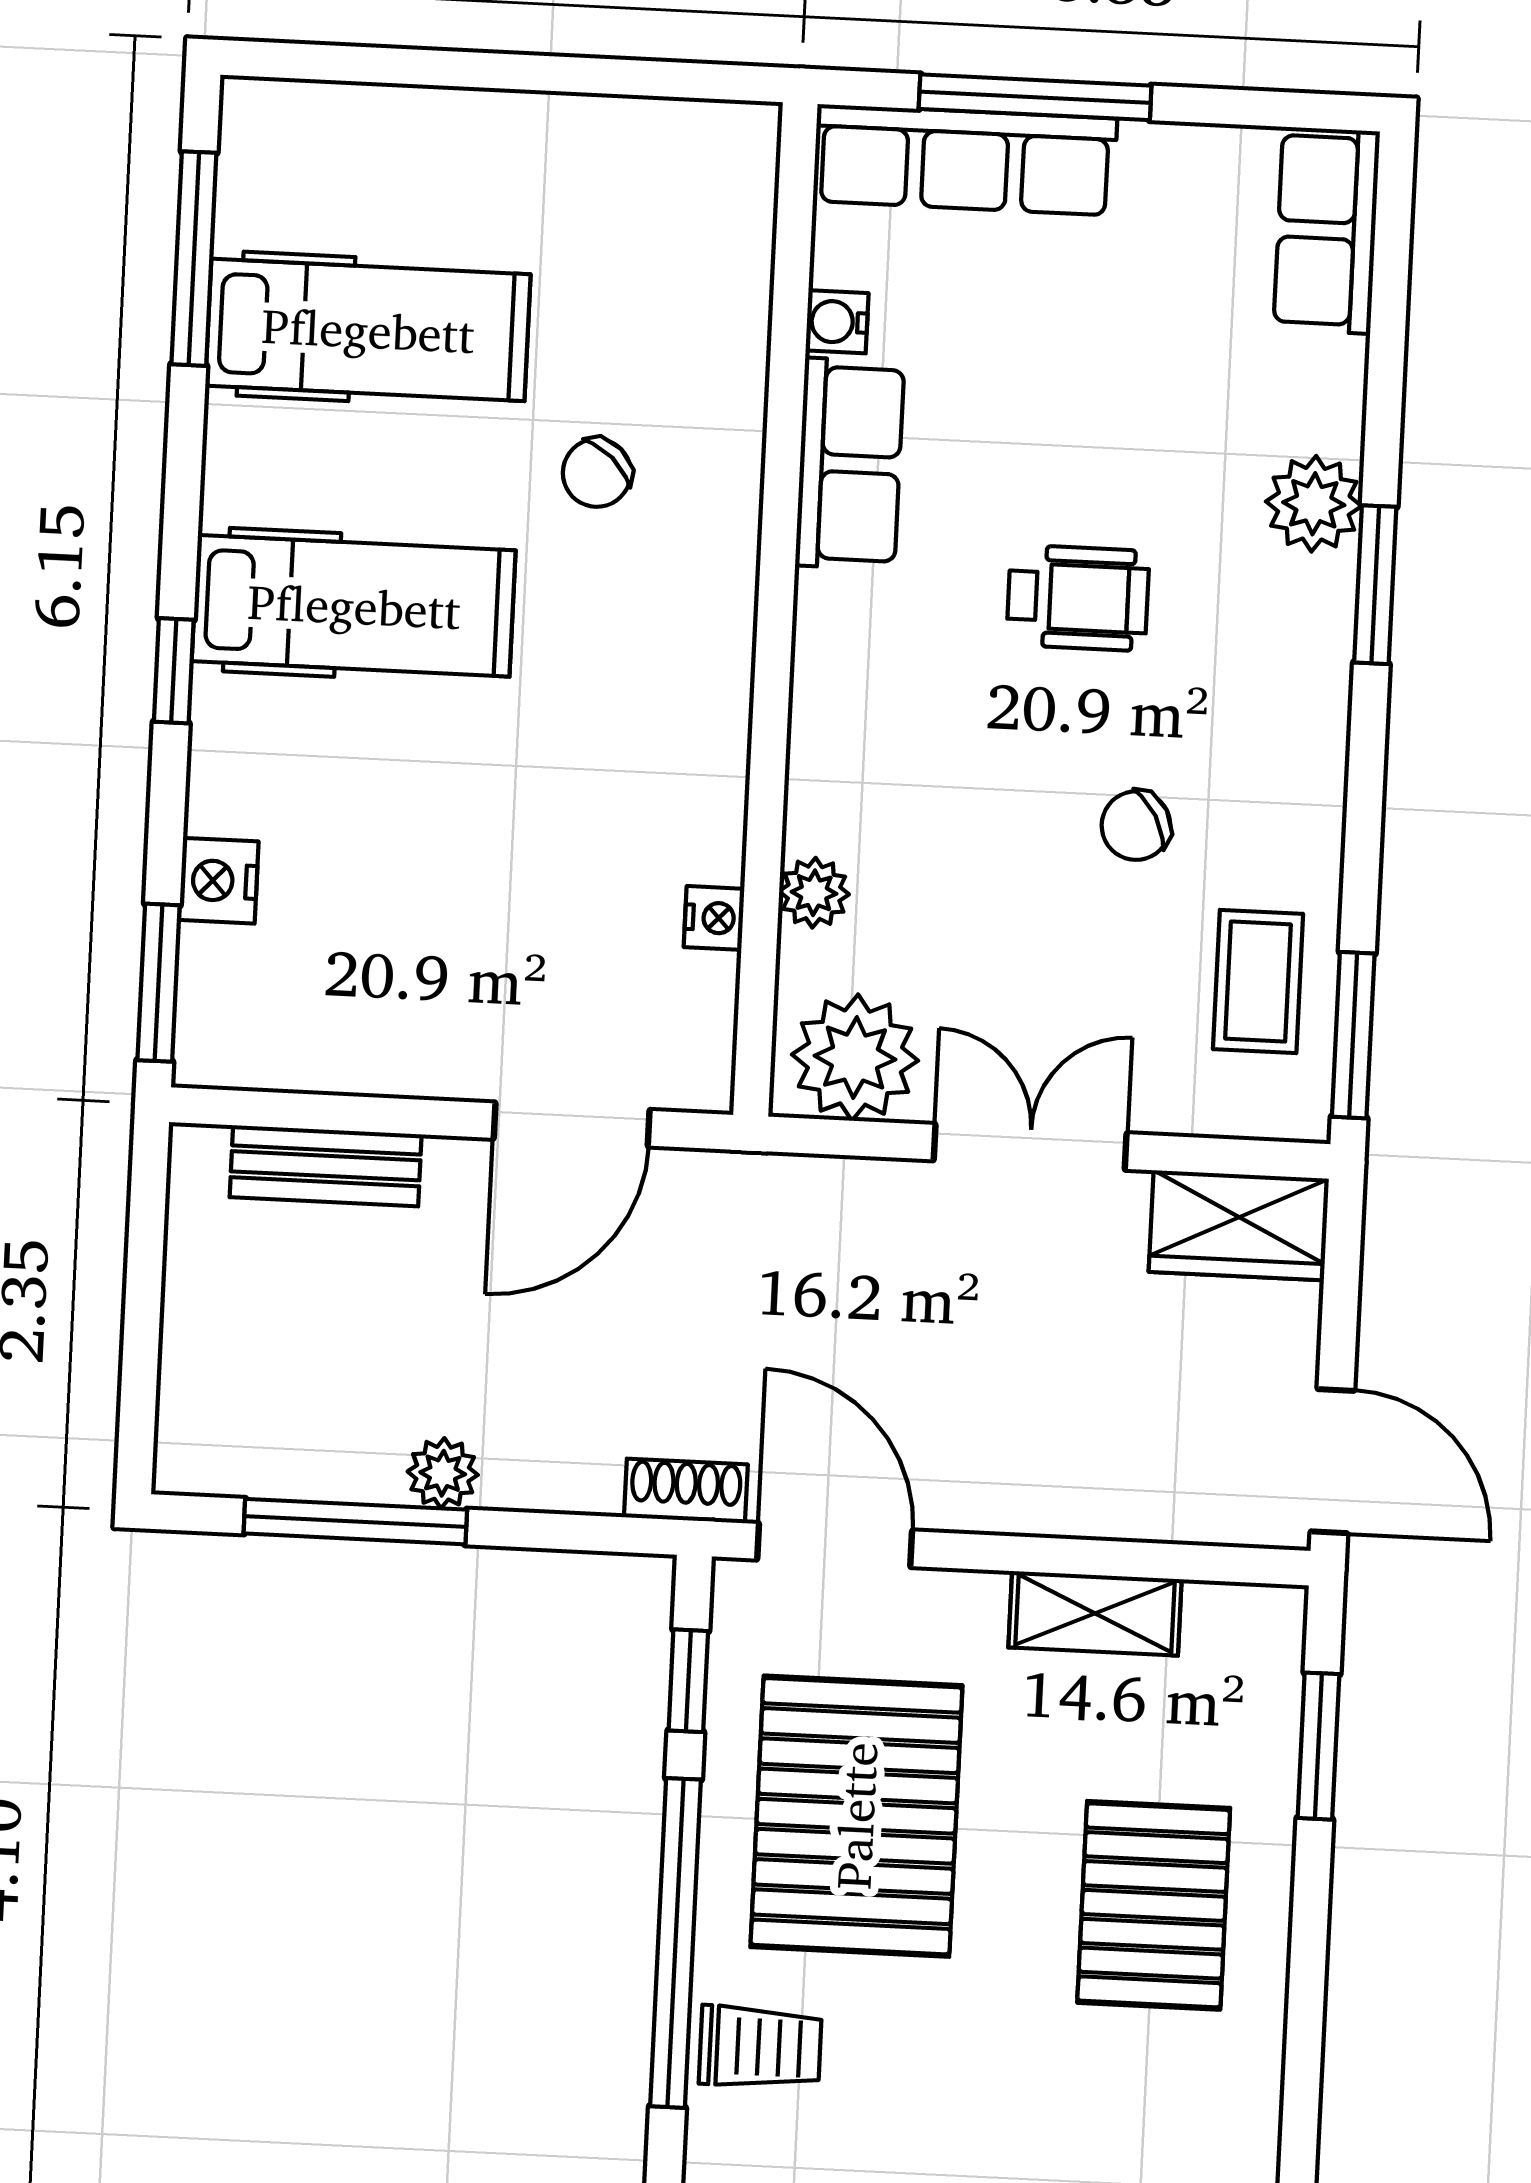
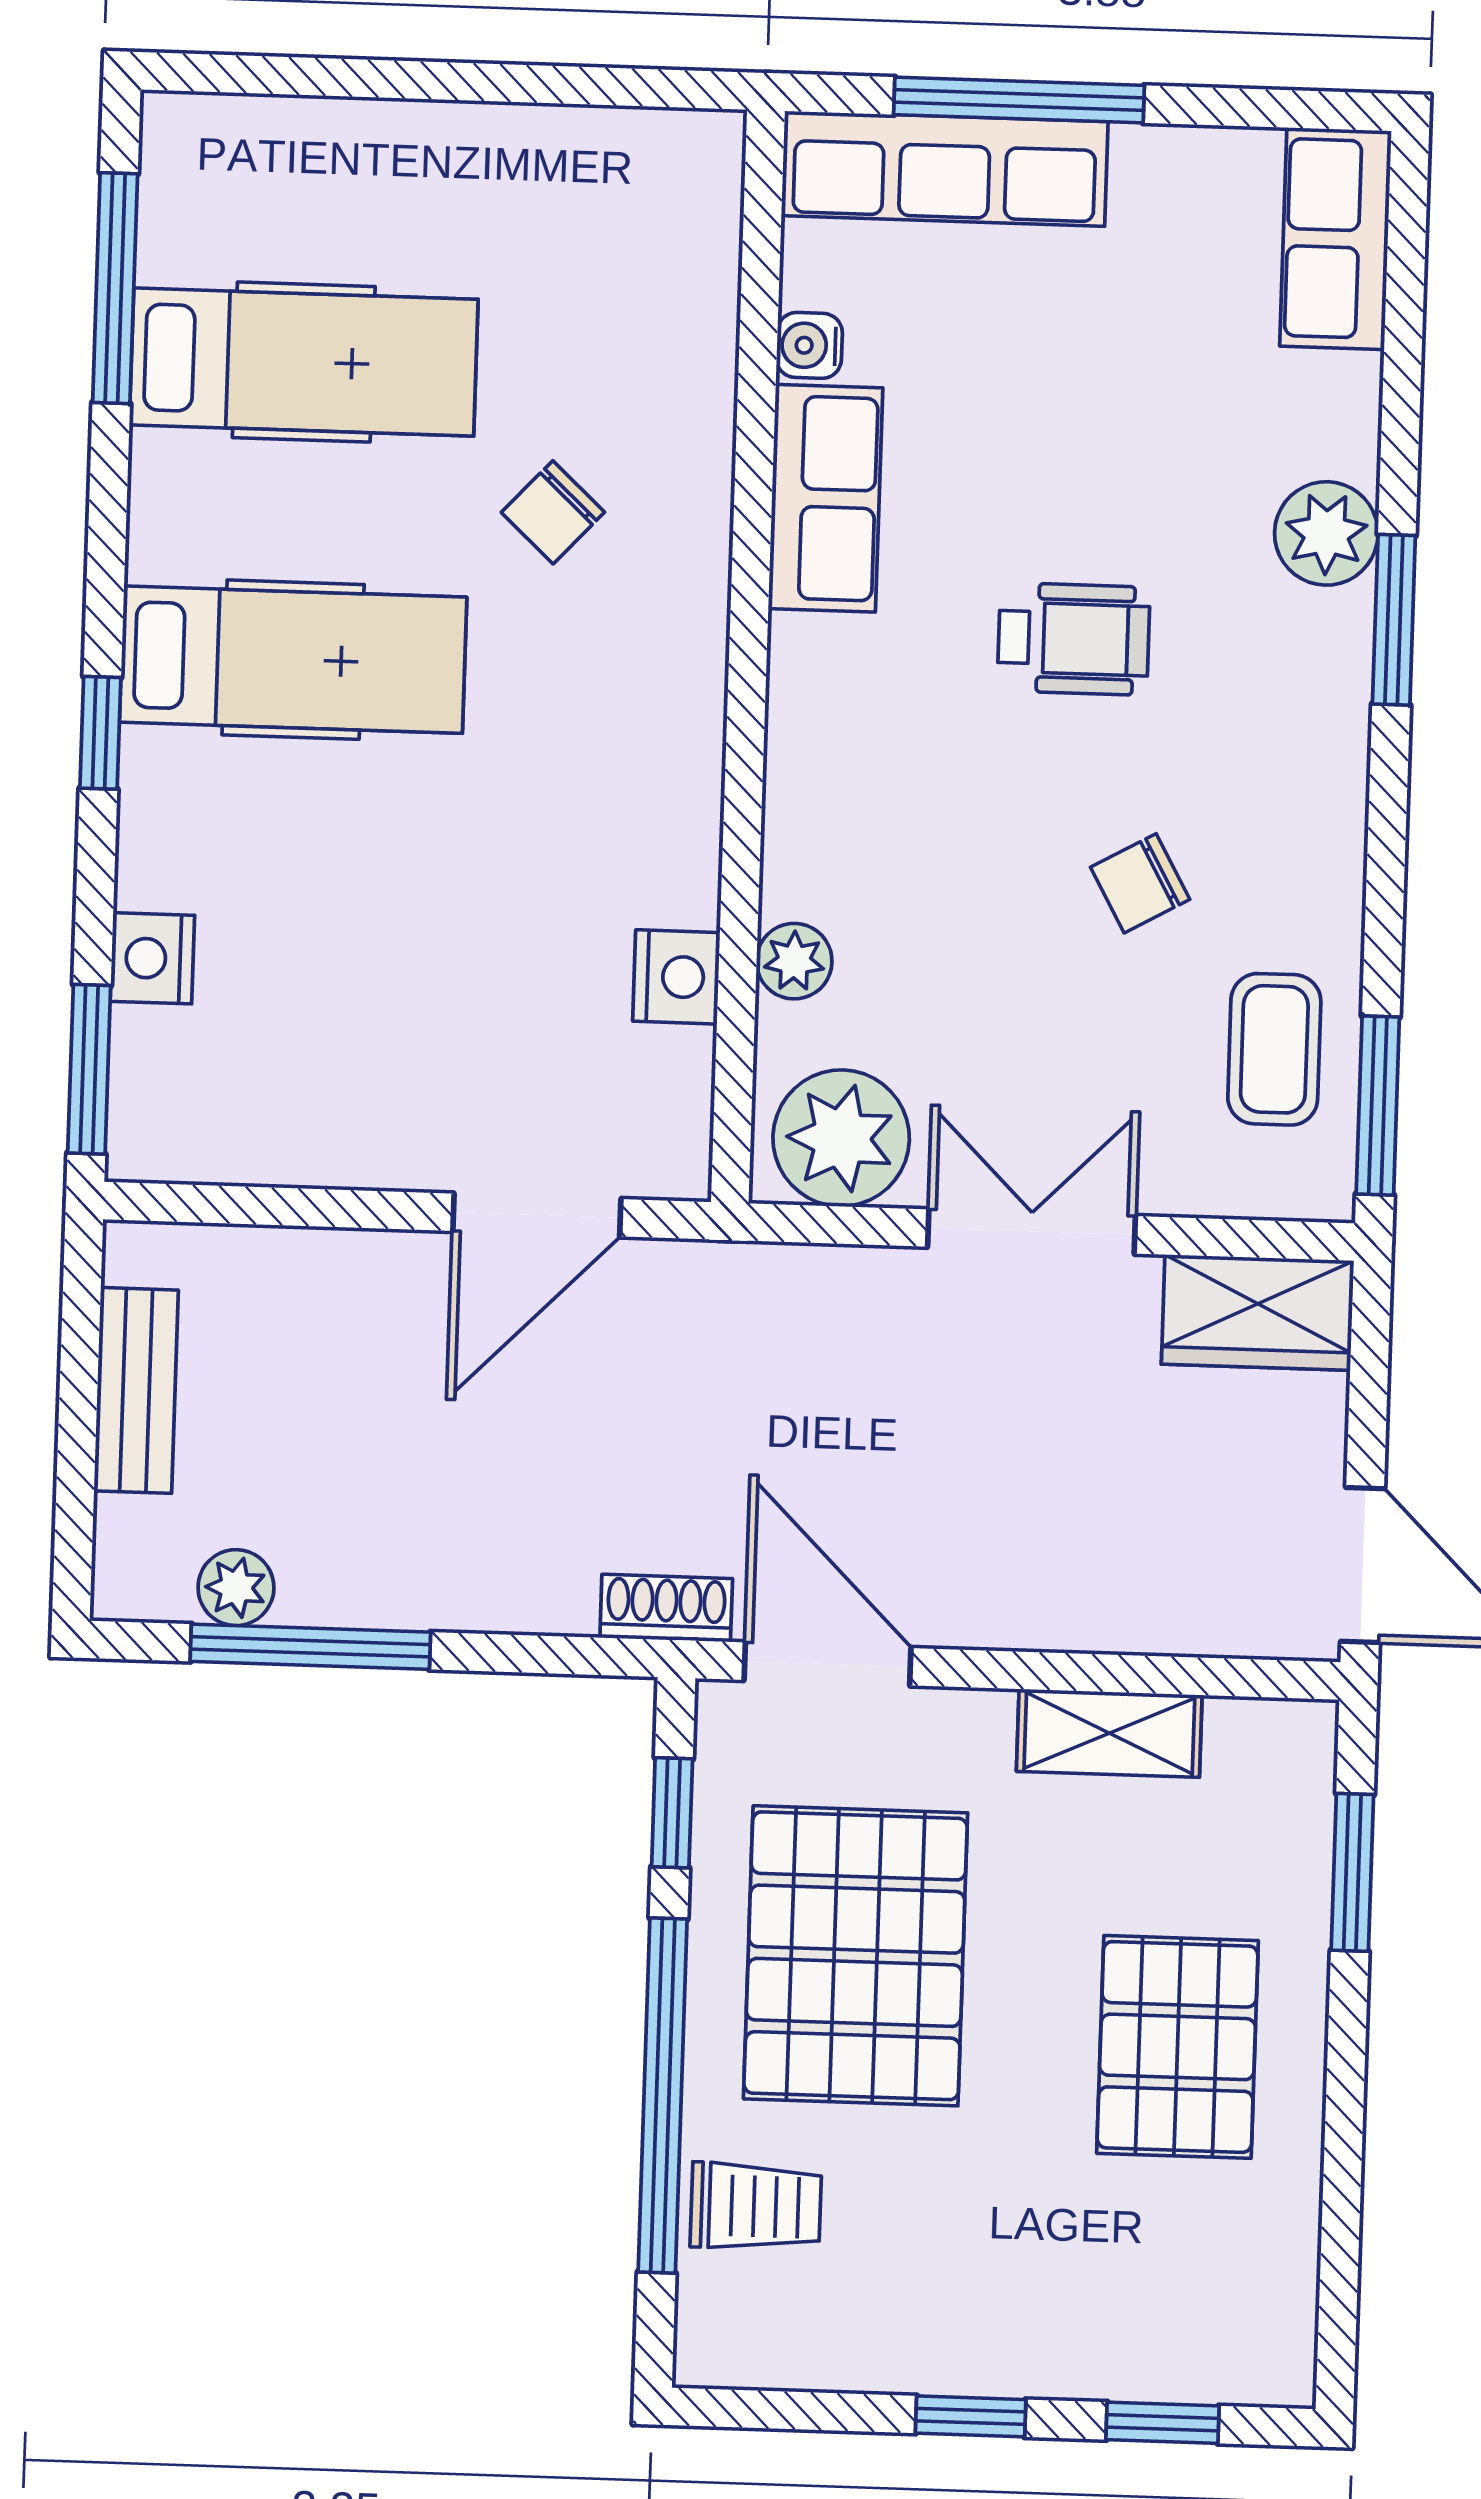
nightstand: (714, 918) -> (676, 977), width x1.39, depth x1.35
bench: (326, 1166) -> (136, 1390), moved, turned 90
plant: (443, 1473) -> (236, 1588), moved

